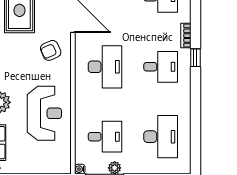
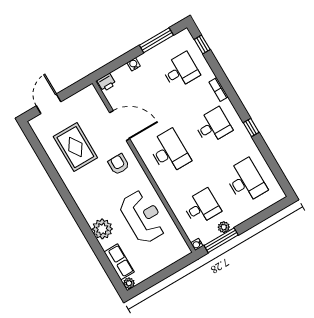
armchair: (51, 50) -> (119, 164), turned 114
window: (195, 58) -> (251, 127), moved

